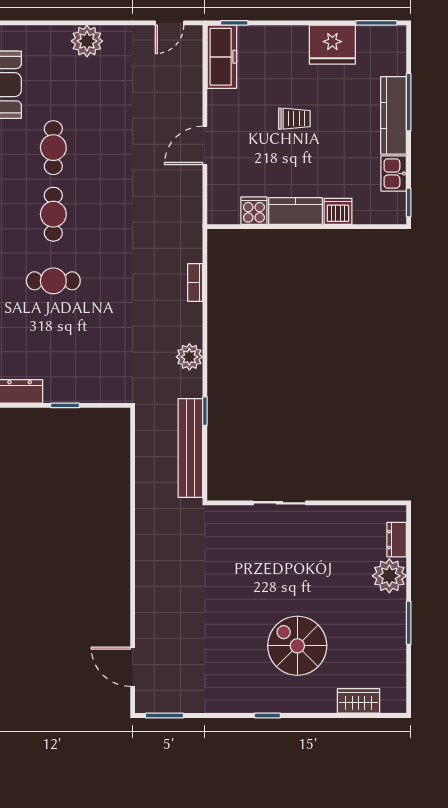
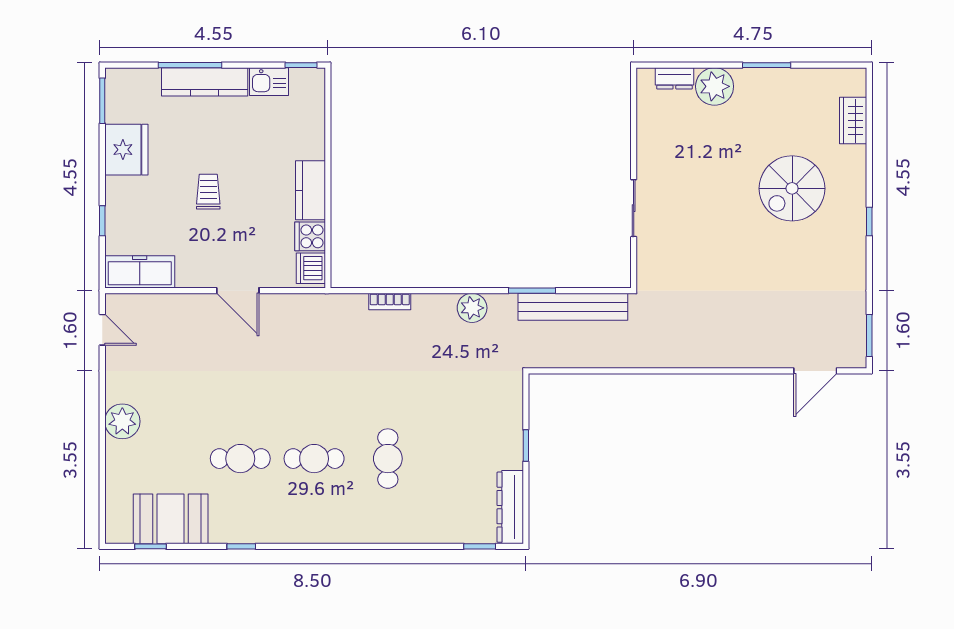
window: (234, 23) -> (102, 221), moved
dishwasher: (338, 211) -> (311, 268), moved
window: (205, 411) -> (532, 291), width x1.50

